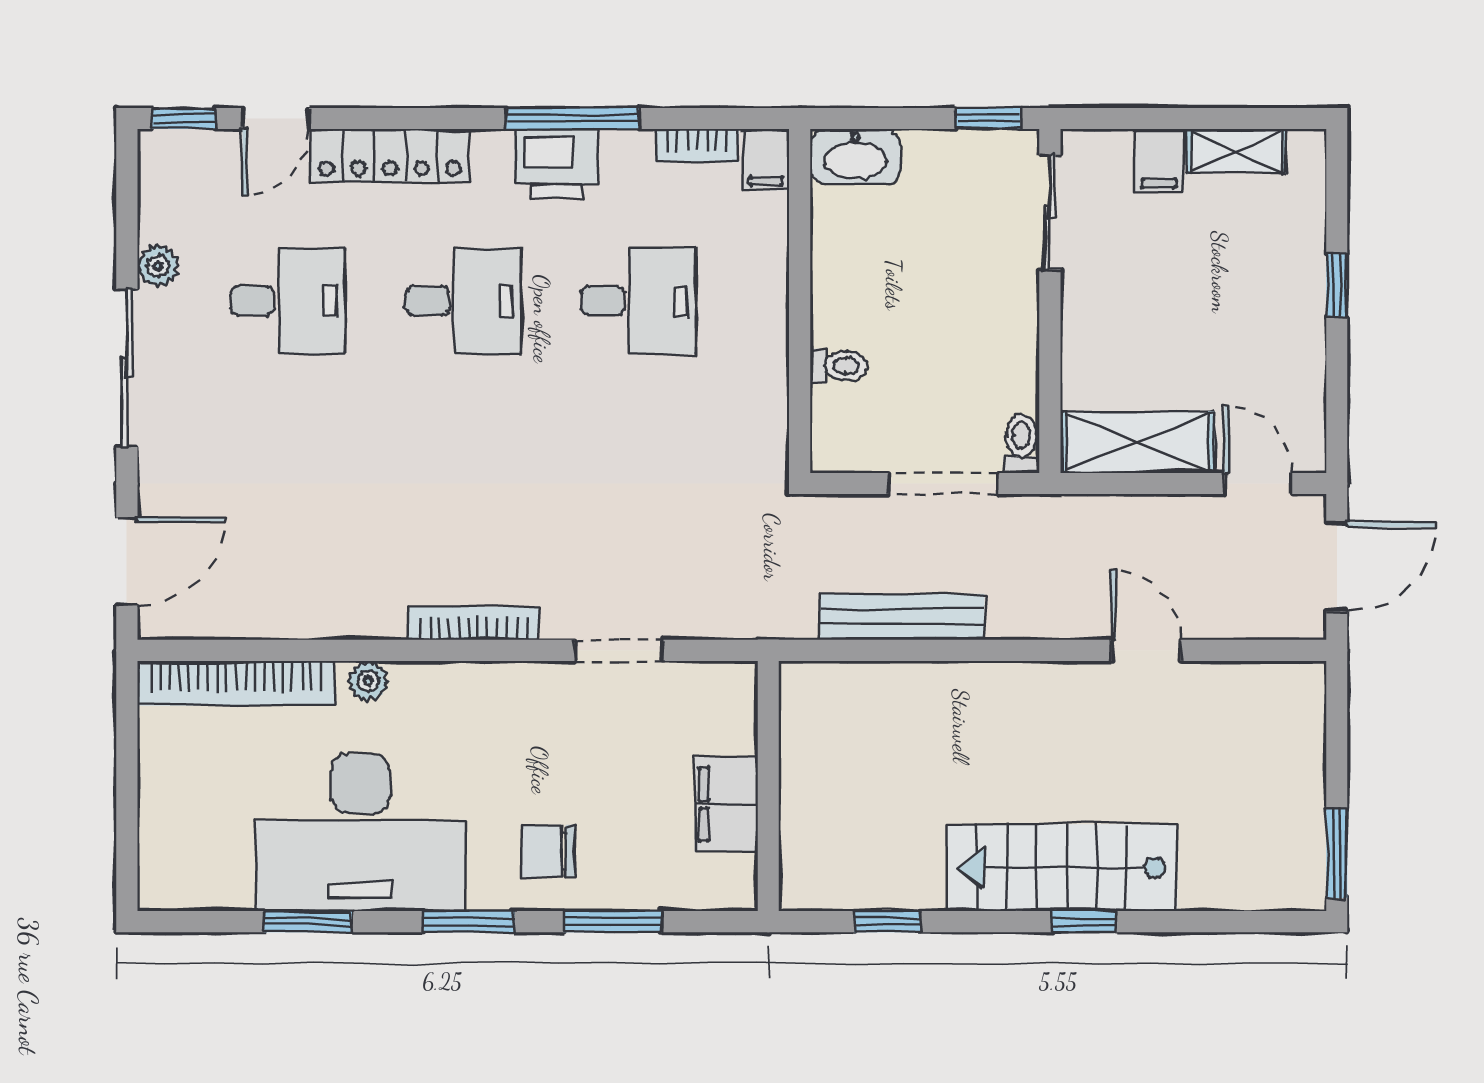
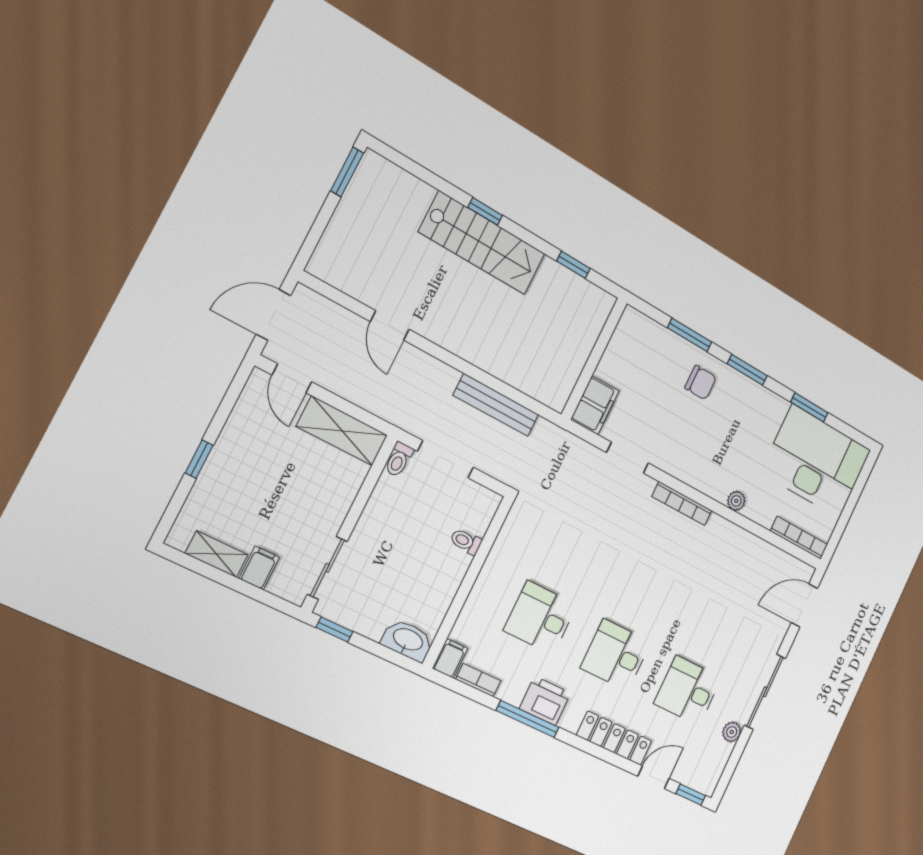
bookcase: (236, 683) -> (799, 538), width x0.68, depth x0.76
filing cabinet: (726, 804) -> (595, 405), moved
desk: (360, 833) -> (816, 461), moved

